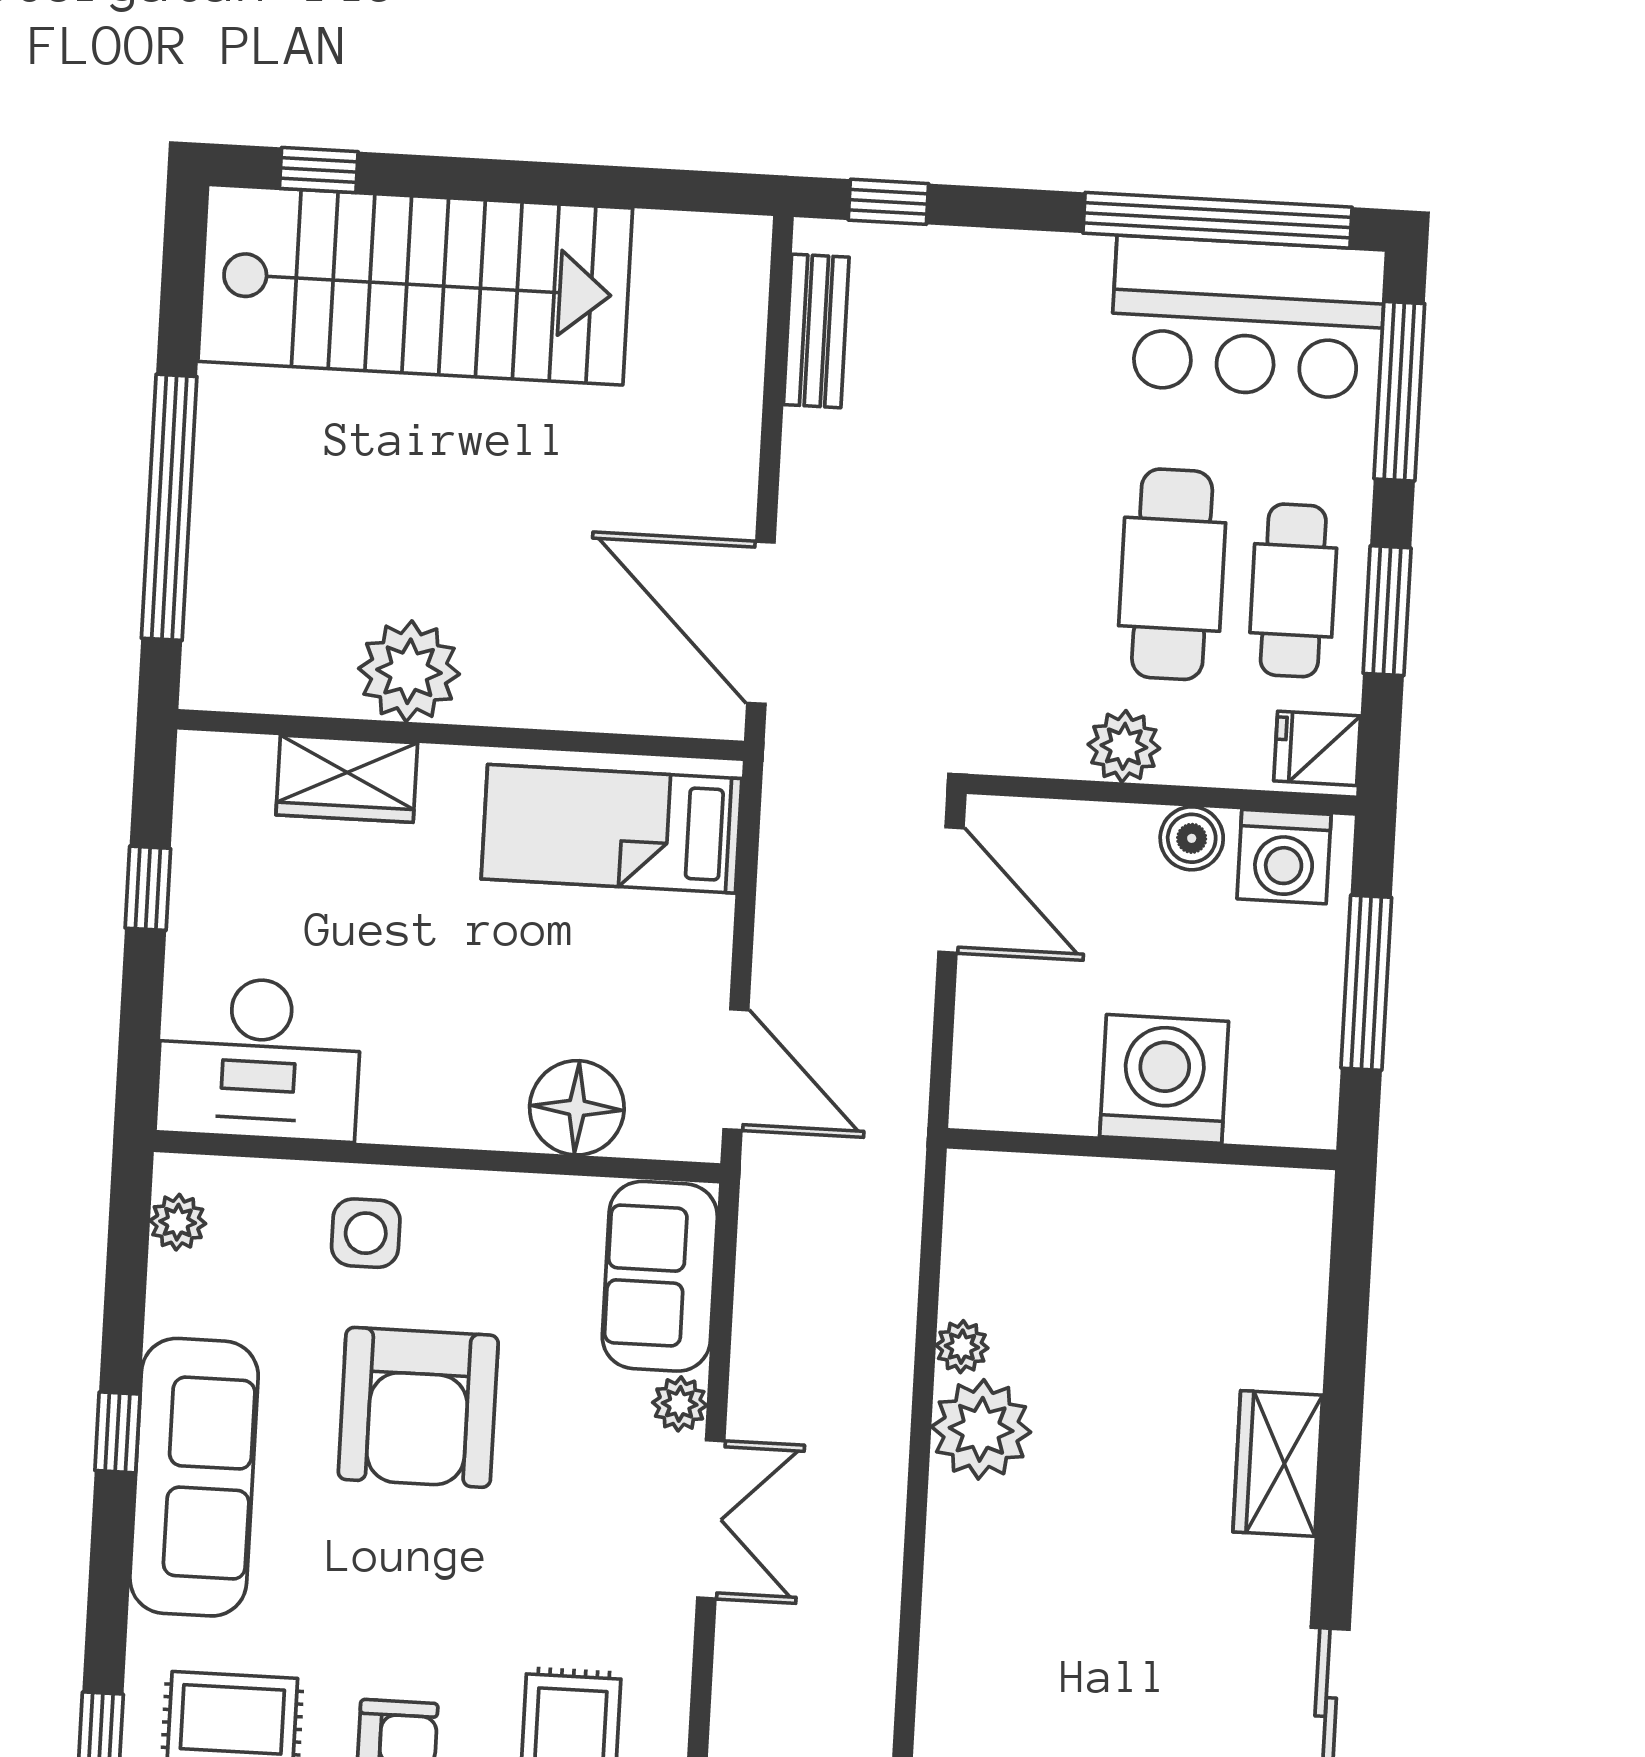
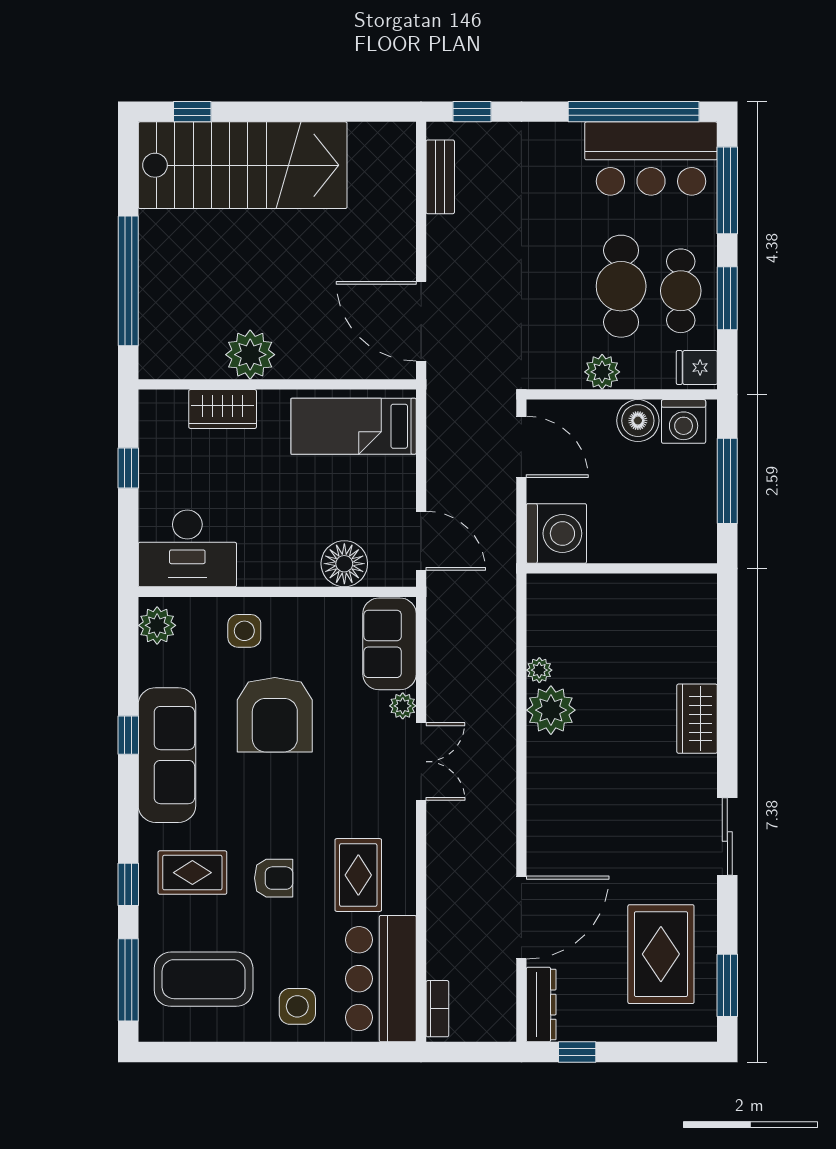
boiler: (1192, 838) -> (638, 421), width x1.36, depth x1.36
washing machine: (1164, 1079) -> (556, 533), moved, turned 90
plant: (178, 1222) -> (157, 625), width x1.38, depth x1.38

